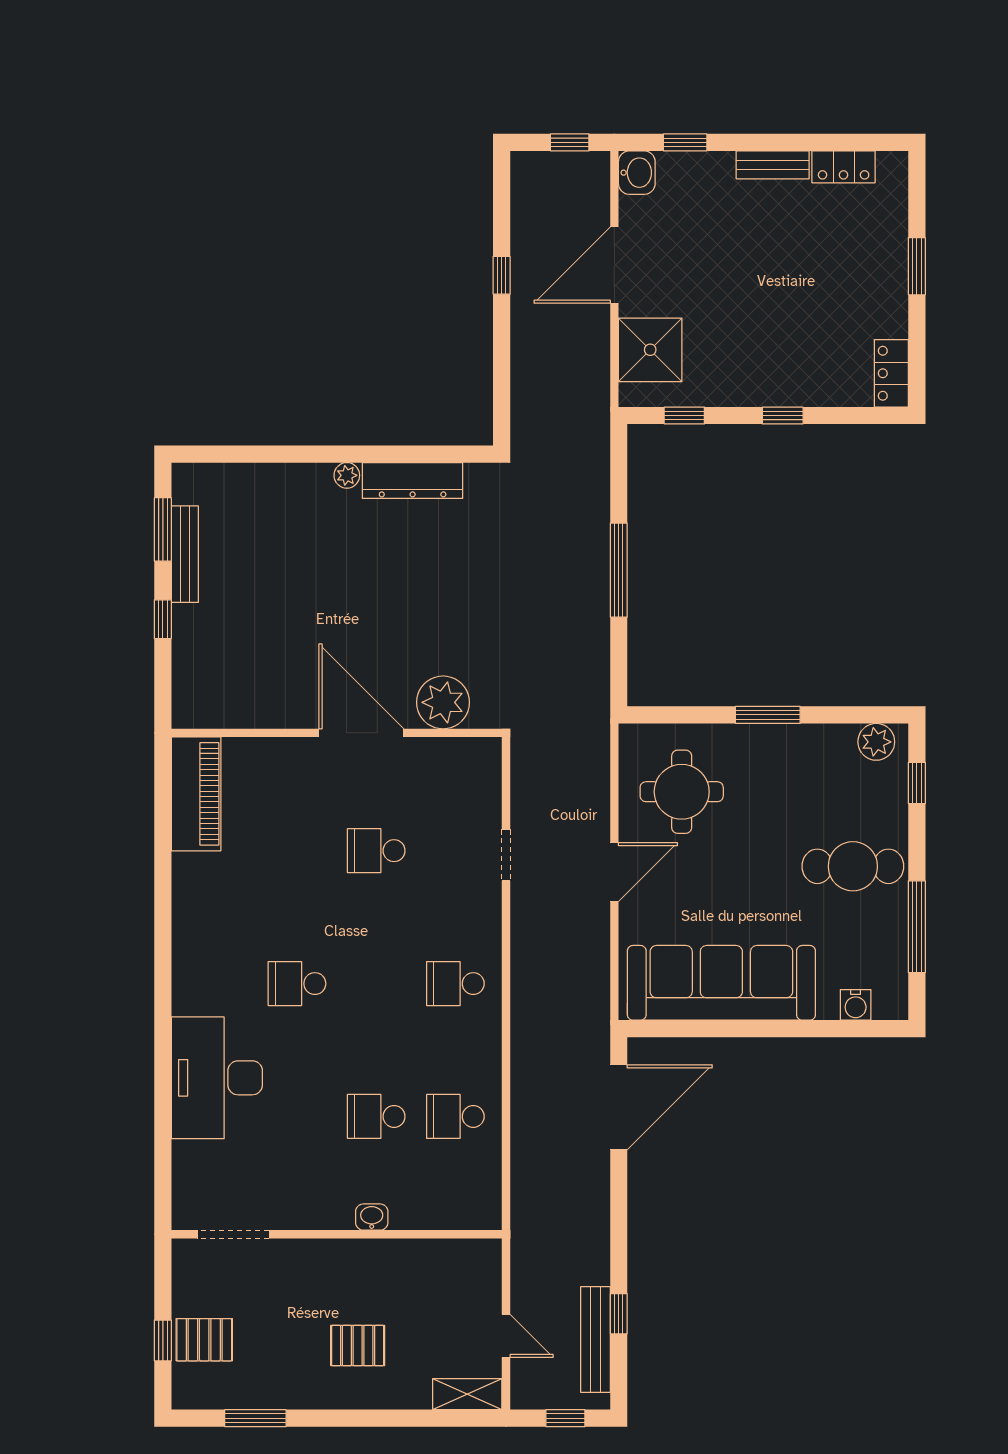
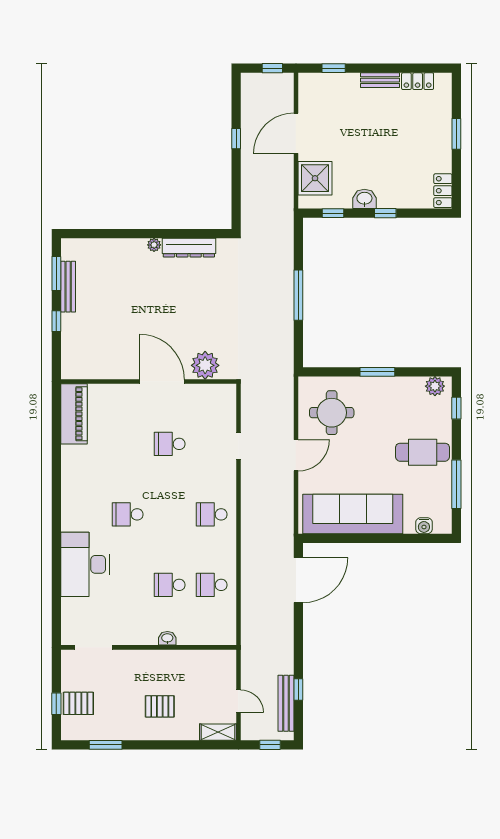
washbasin: (637, 173) -> (364, 199), moved, turned -90

